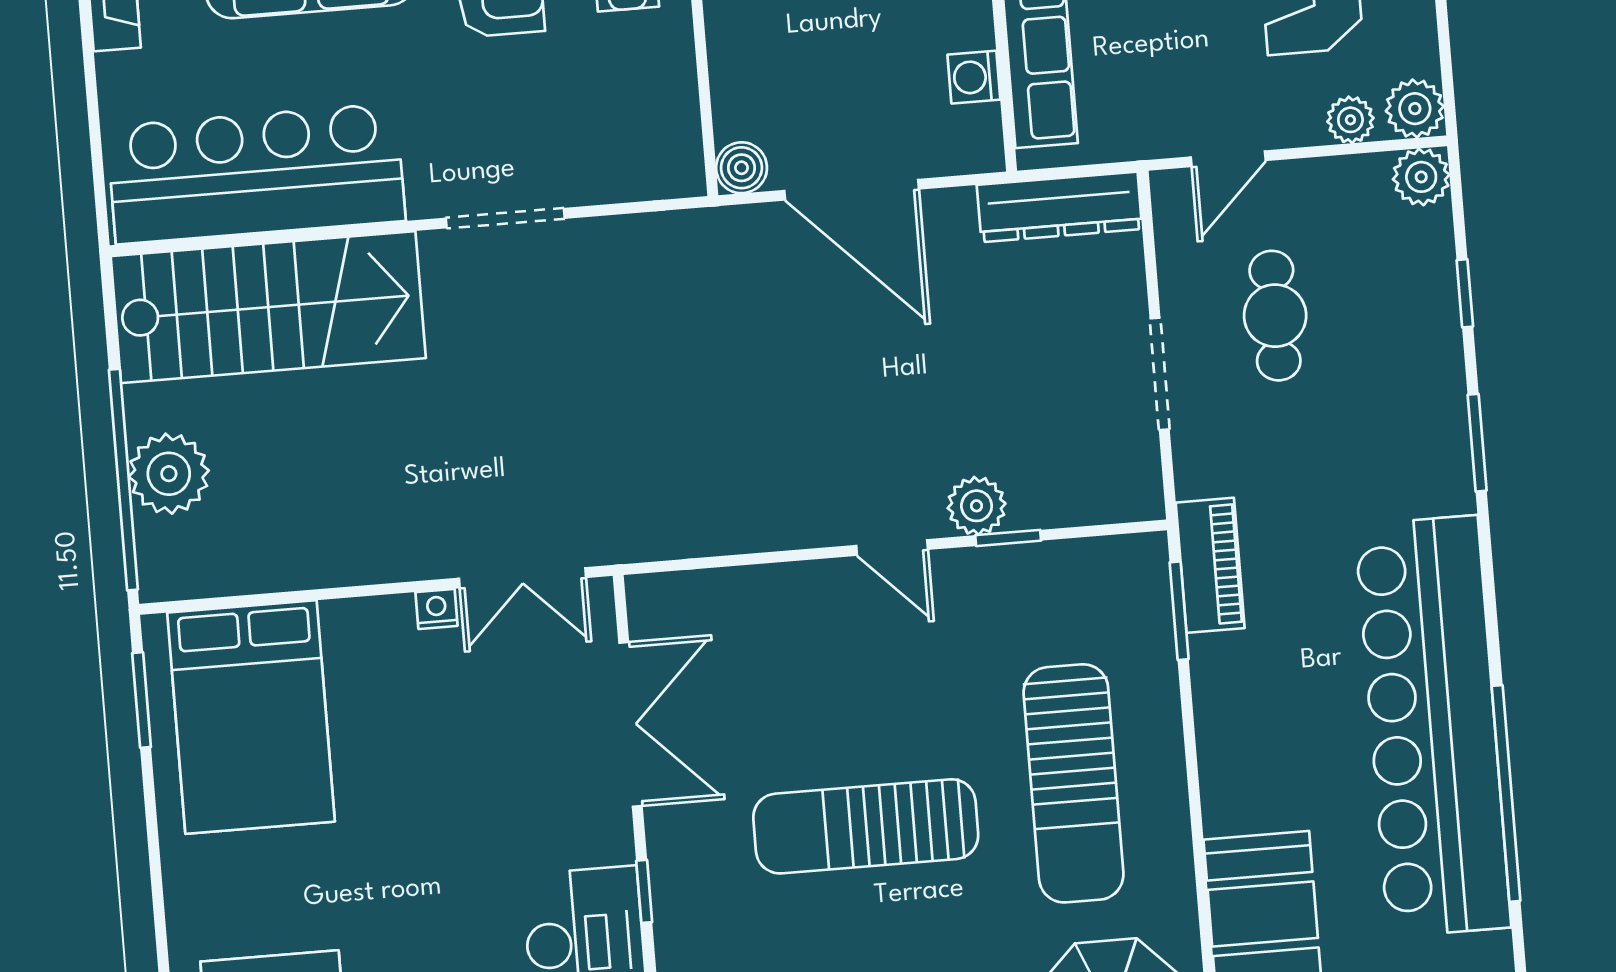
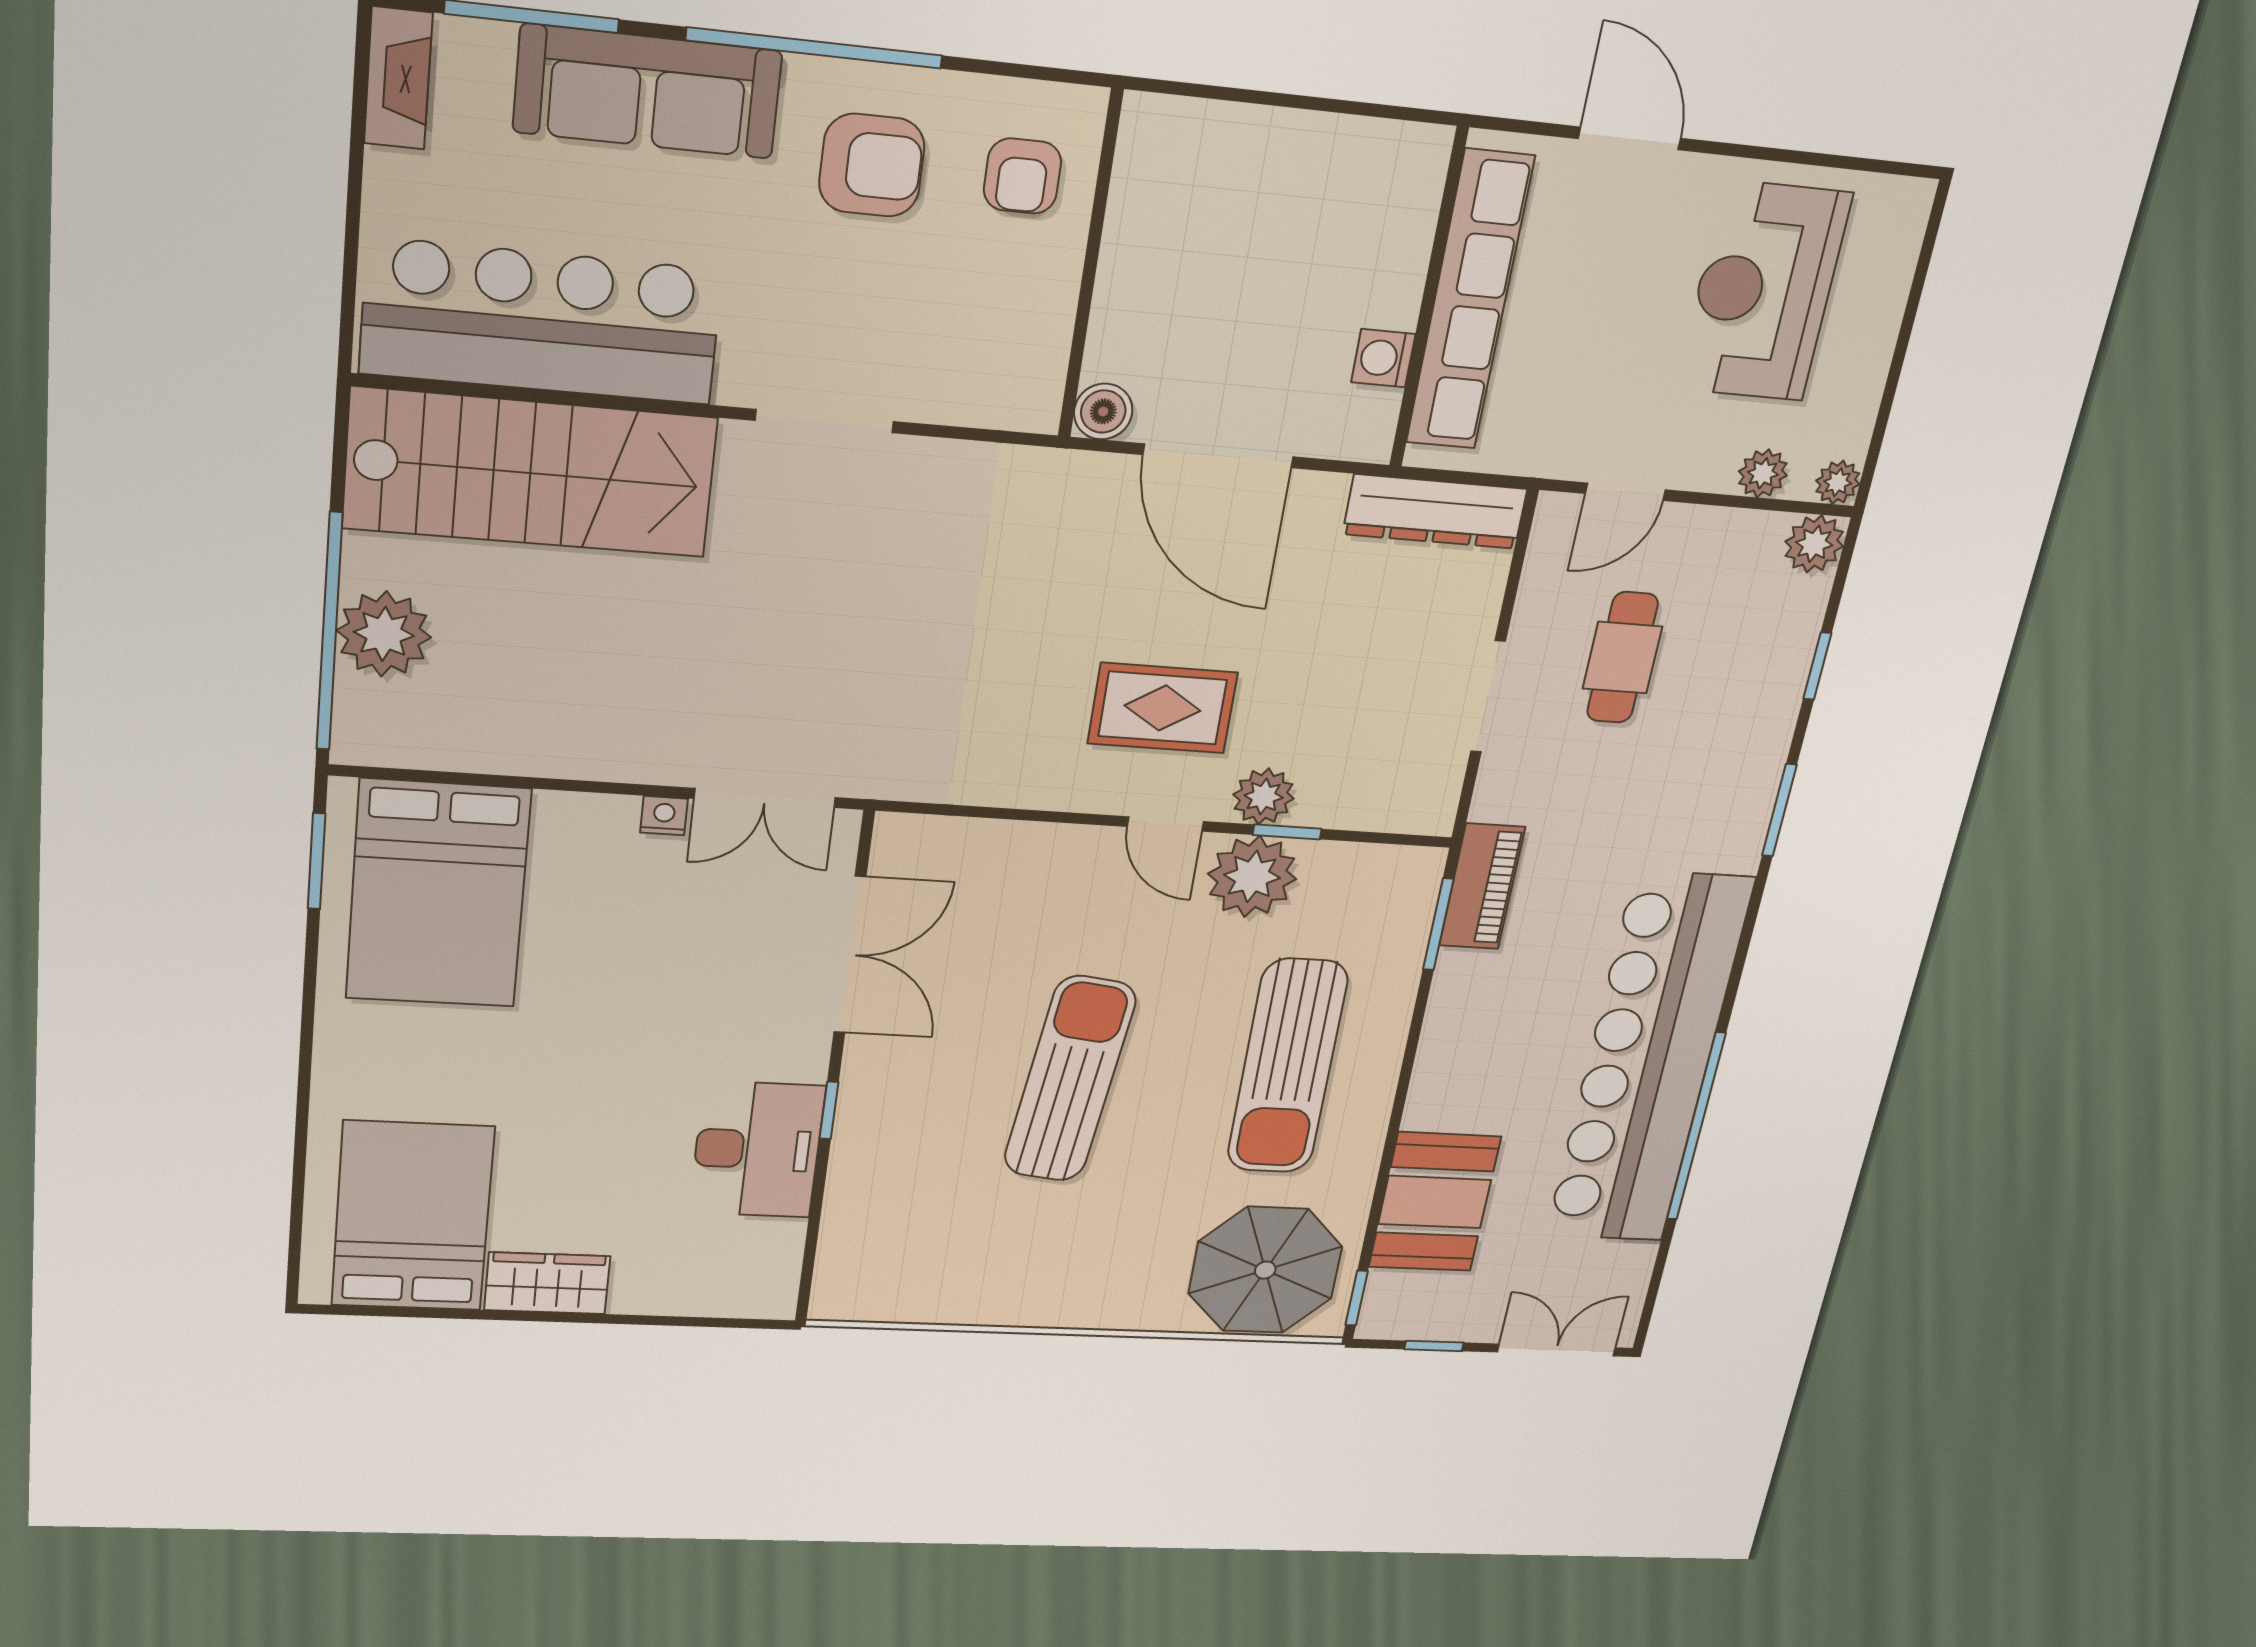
plant: (1415, 109) -> (1838, 482), width x0.73, depth x0.73
rug: (861, 434) -> (1162, 708), added
plant: (987, 588) -> (1252, 876), added
sun lounger: (866, 826) -> (1070, 1079), turned 97

